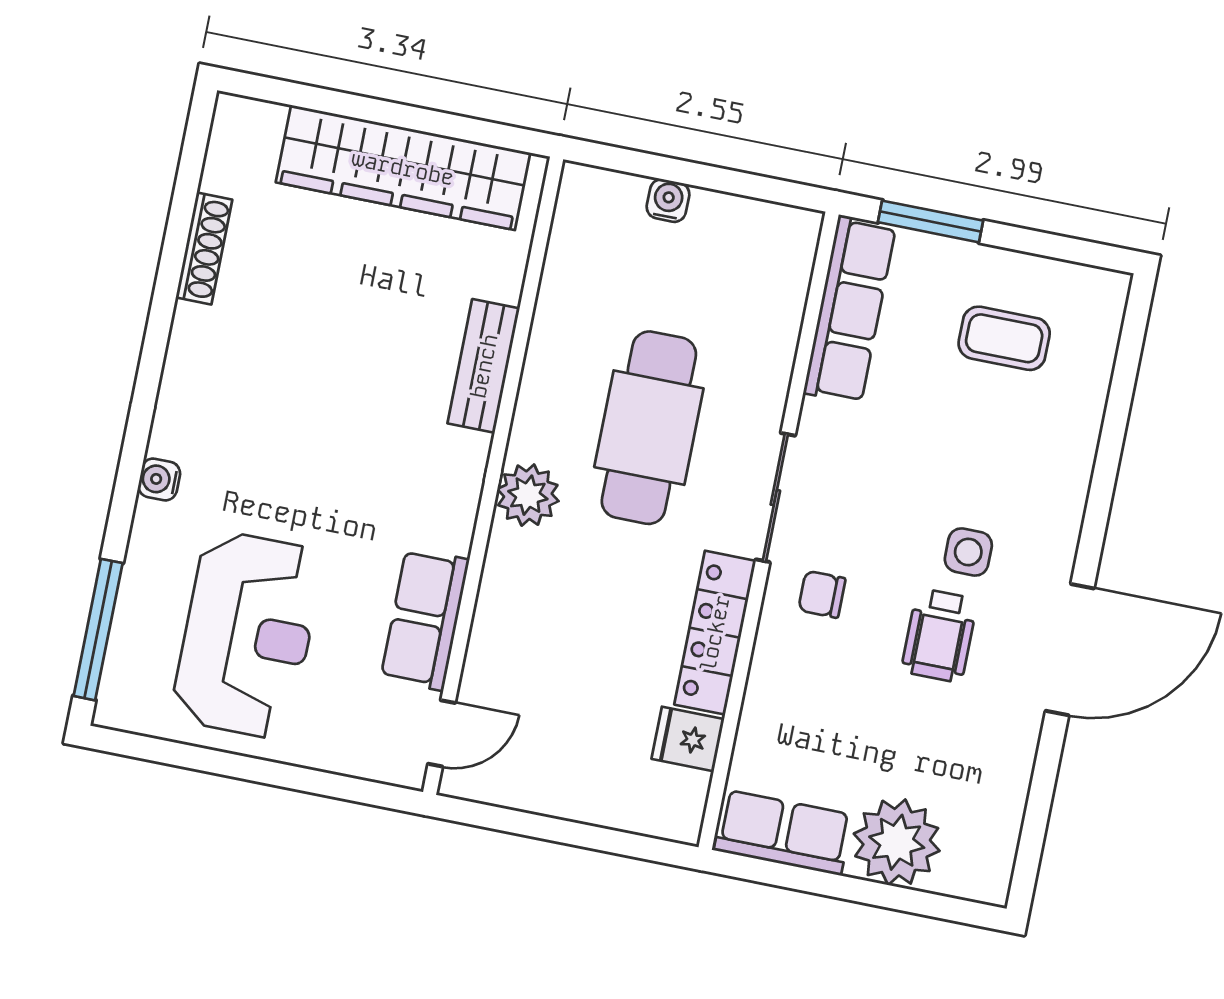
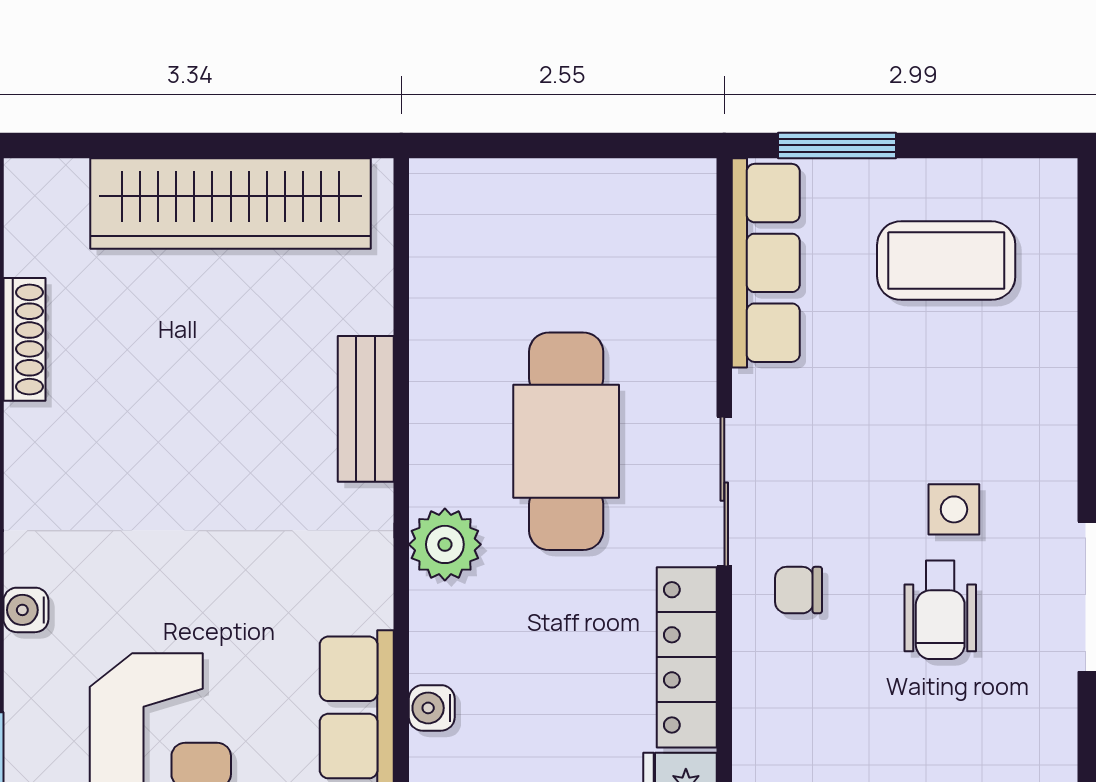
water cooler: (668, 201) -> (432, 708), moved, turned -90
coffee table: (1004, 338) -> (946, 261), width x1.36, depth x1.30

